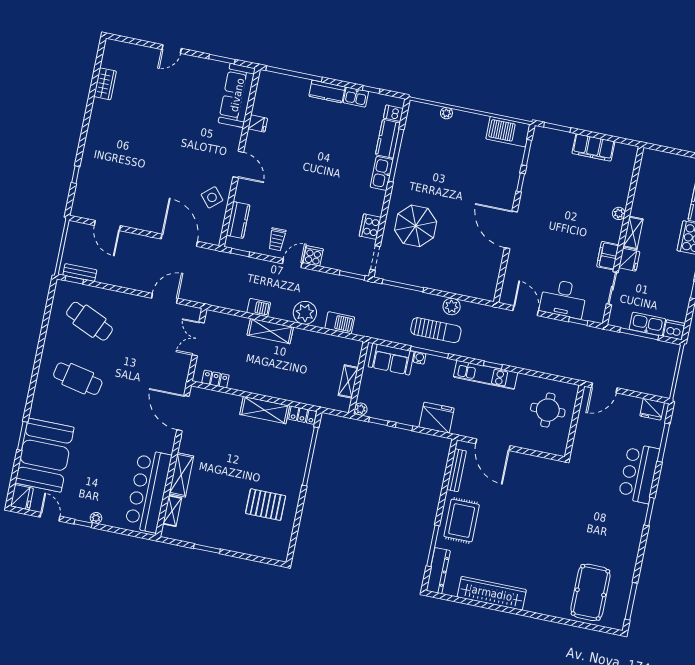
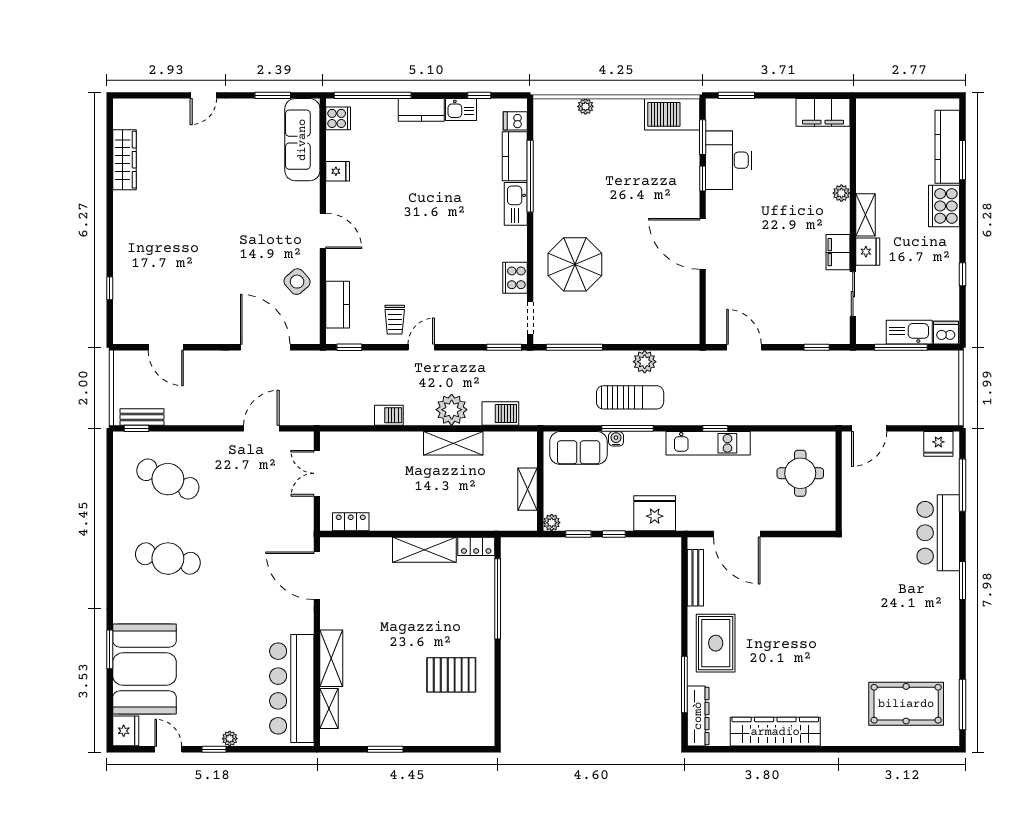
wardrobe: (105, 84) -> (124, 160), width x1.50
filing cabinet: (593, 147) -> (823, 112), moved
cooker: (313, 256) -> (338, 118), moved, turned 90
desk: (563, 299) -> (729, 160), moved, turned 90
shelving: (270, 331) -> (453, 443), moved
pool table: (590, 592) -> (906, 704), turned 90

